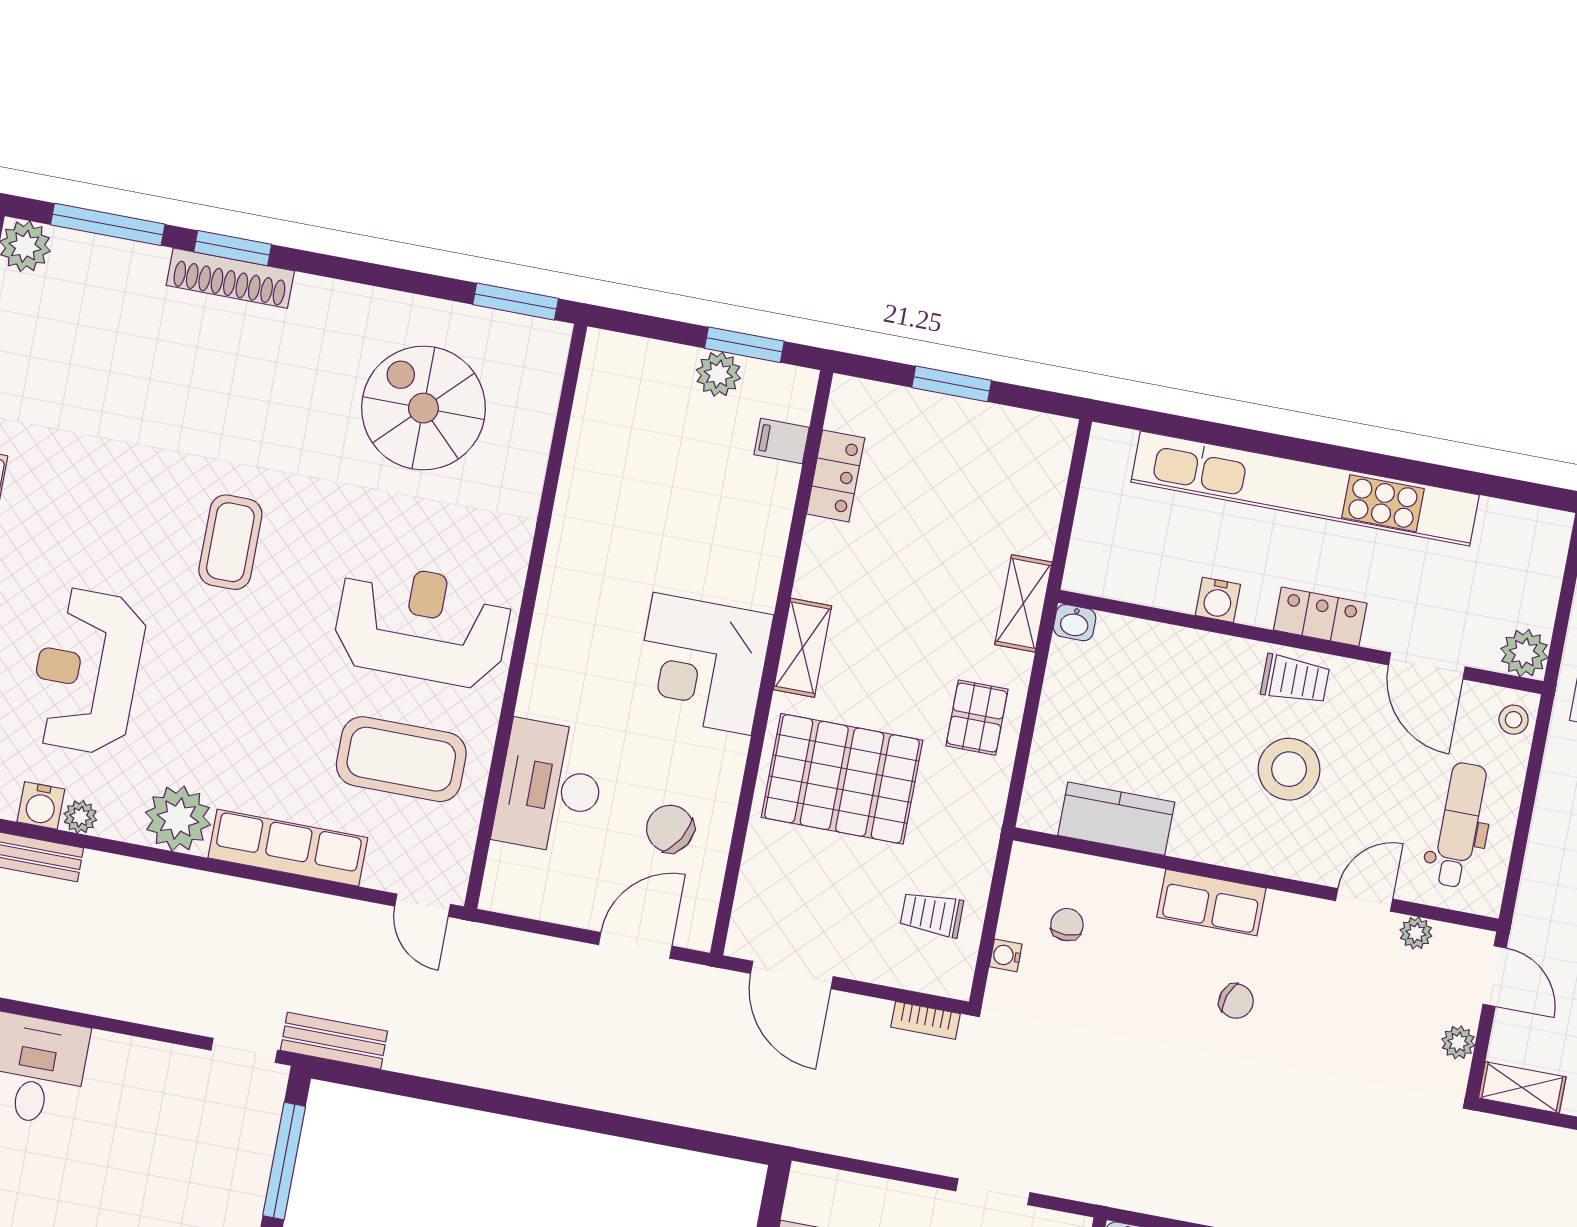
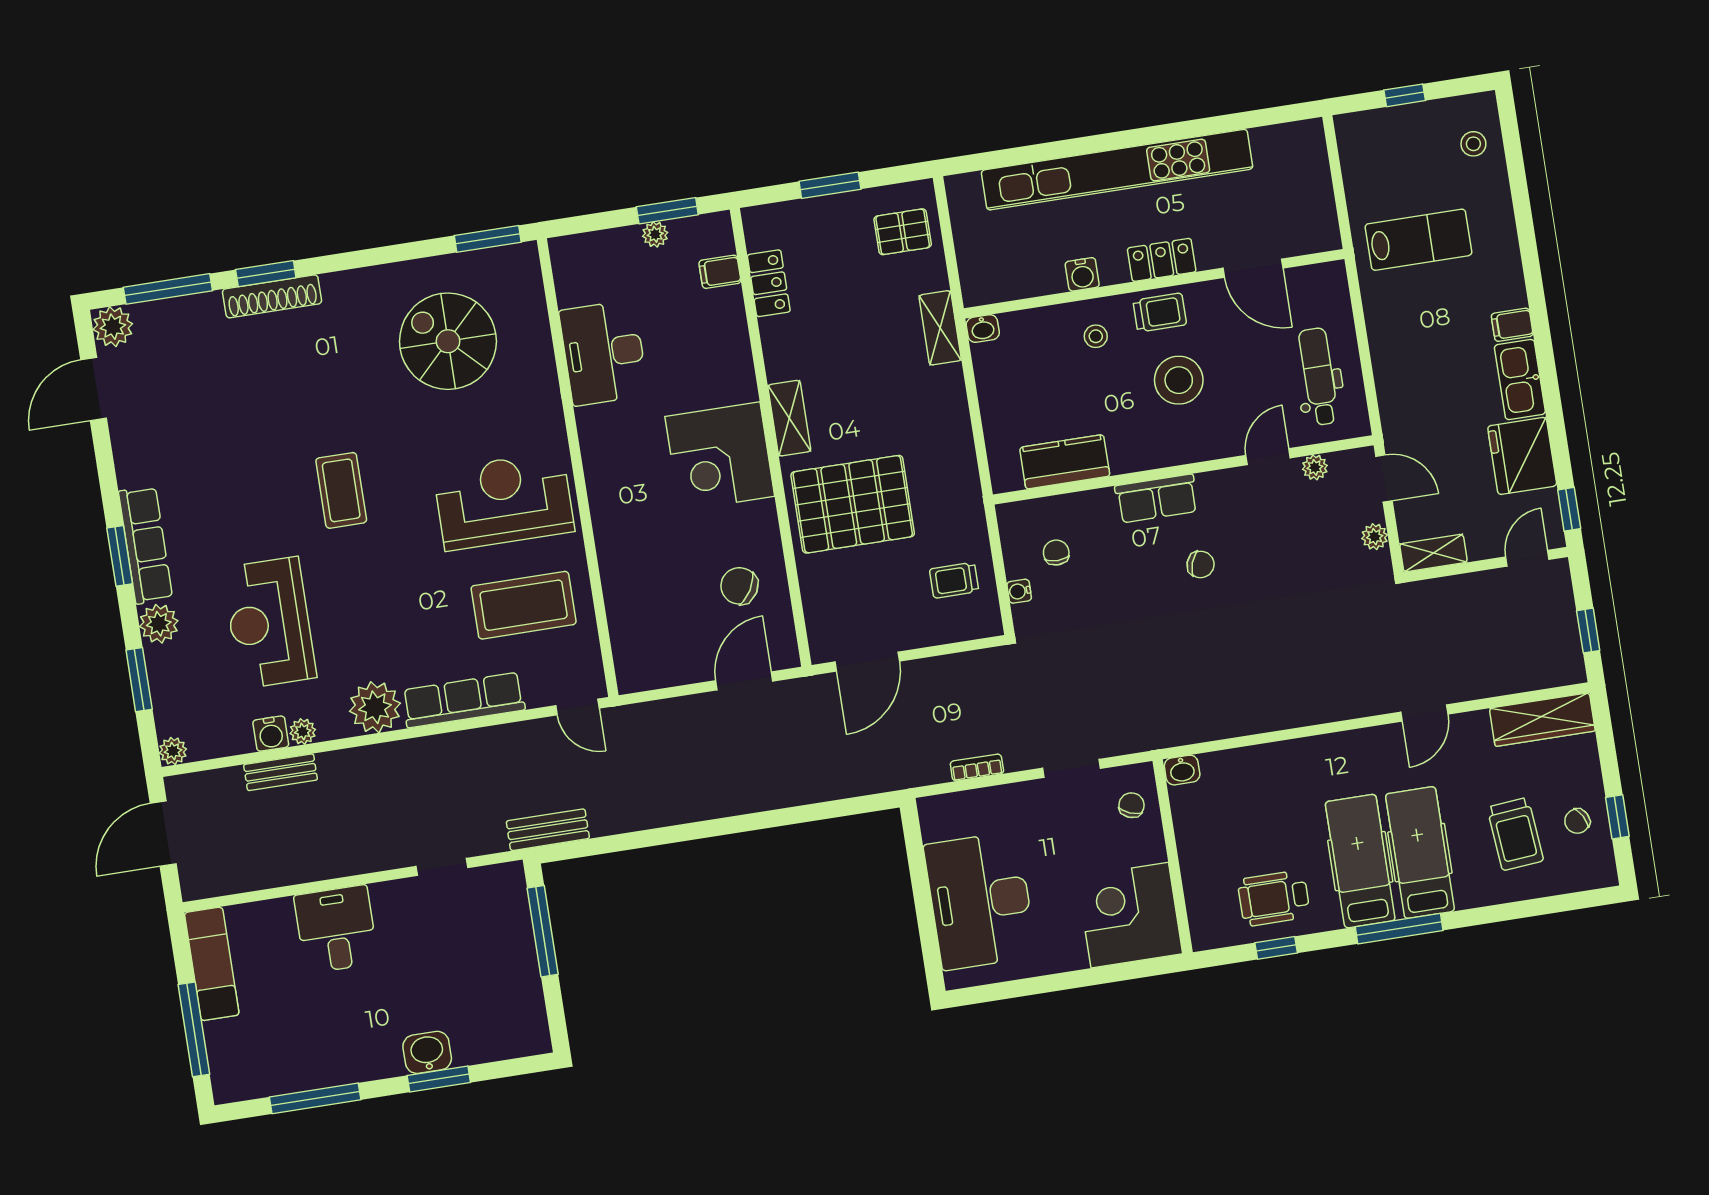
plant: (718, 374) -> (655, 234), width x0.73, depth x0.73
plant: (1524, 653) -> (1321, 233), removed
pallet: (977, 718) -> (903, 232), moved, turned 90
stool: (1514, 720) -> (1096, 336), moved
desk: (550, 787) -> (604, 353), moved
door: (792, 975) -> (867, 662), hinge flipped
bookcase: (926, 1020) -> (977, 768), moved, turned 180
doorway: (244, 1050) -> (442, 867), moved

